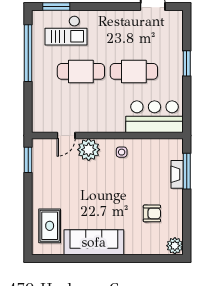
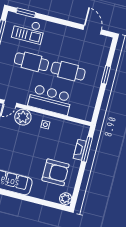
bar counter: (154, 117) -> (50, 100), moved
armchair: (152, 213) -> (55, 172), width x1.88, depth x1.88

